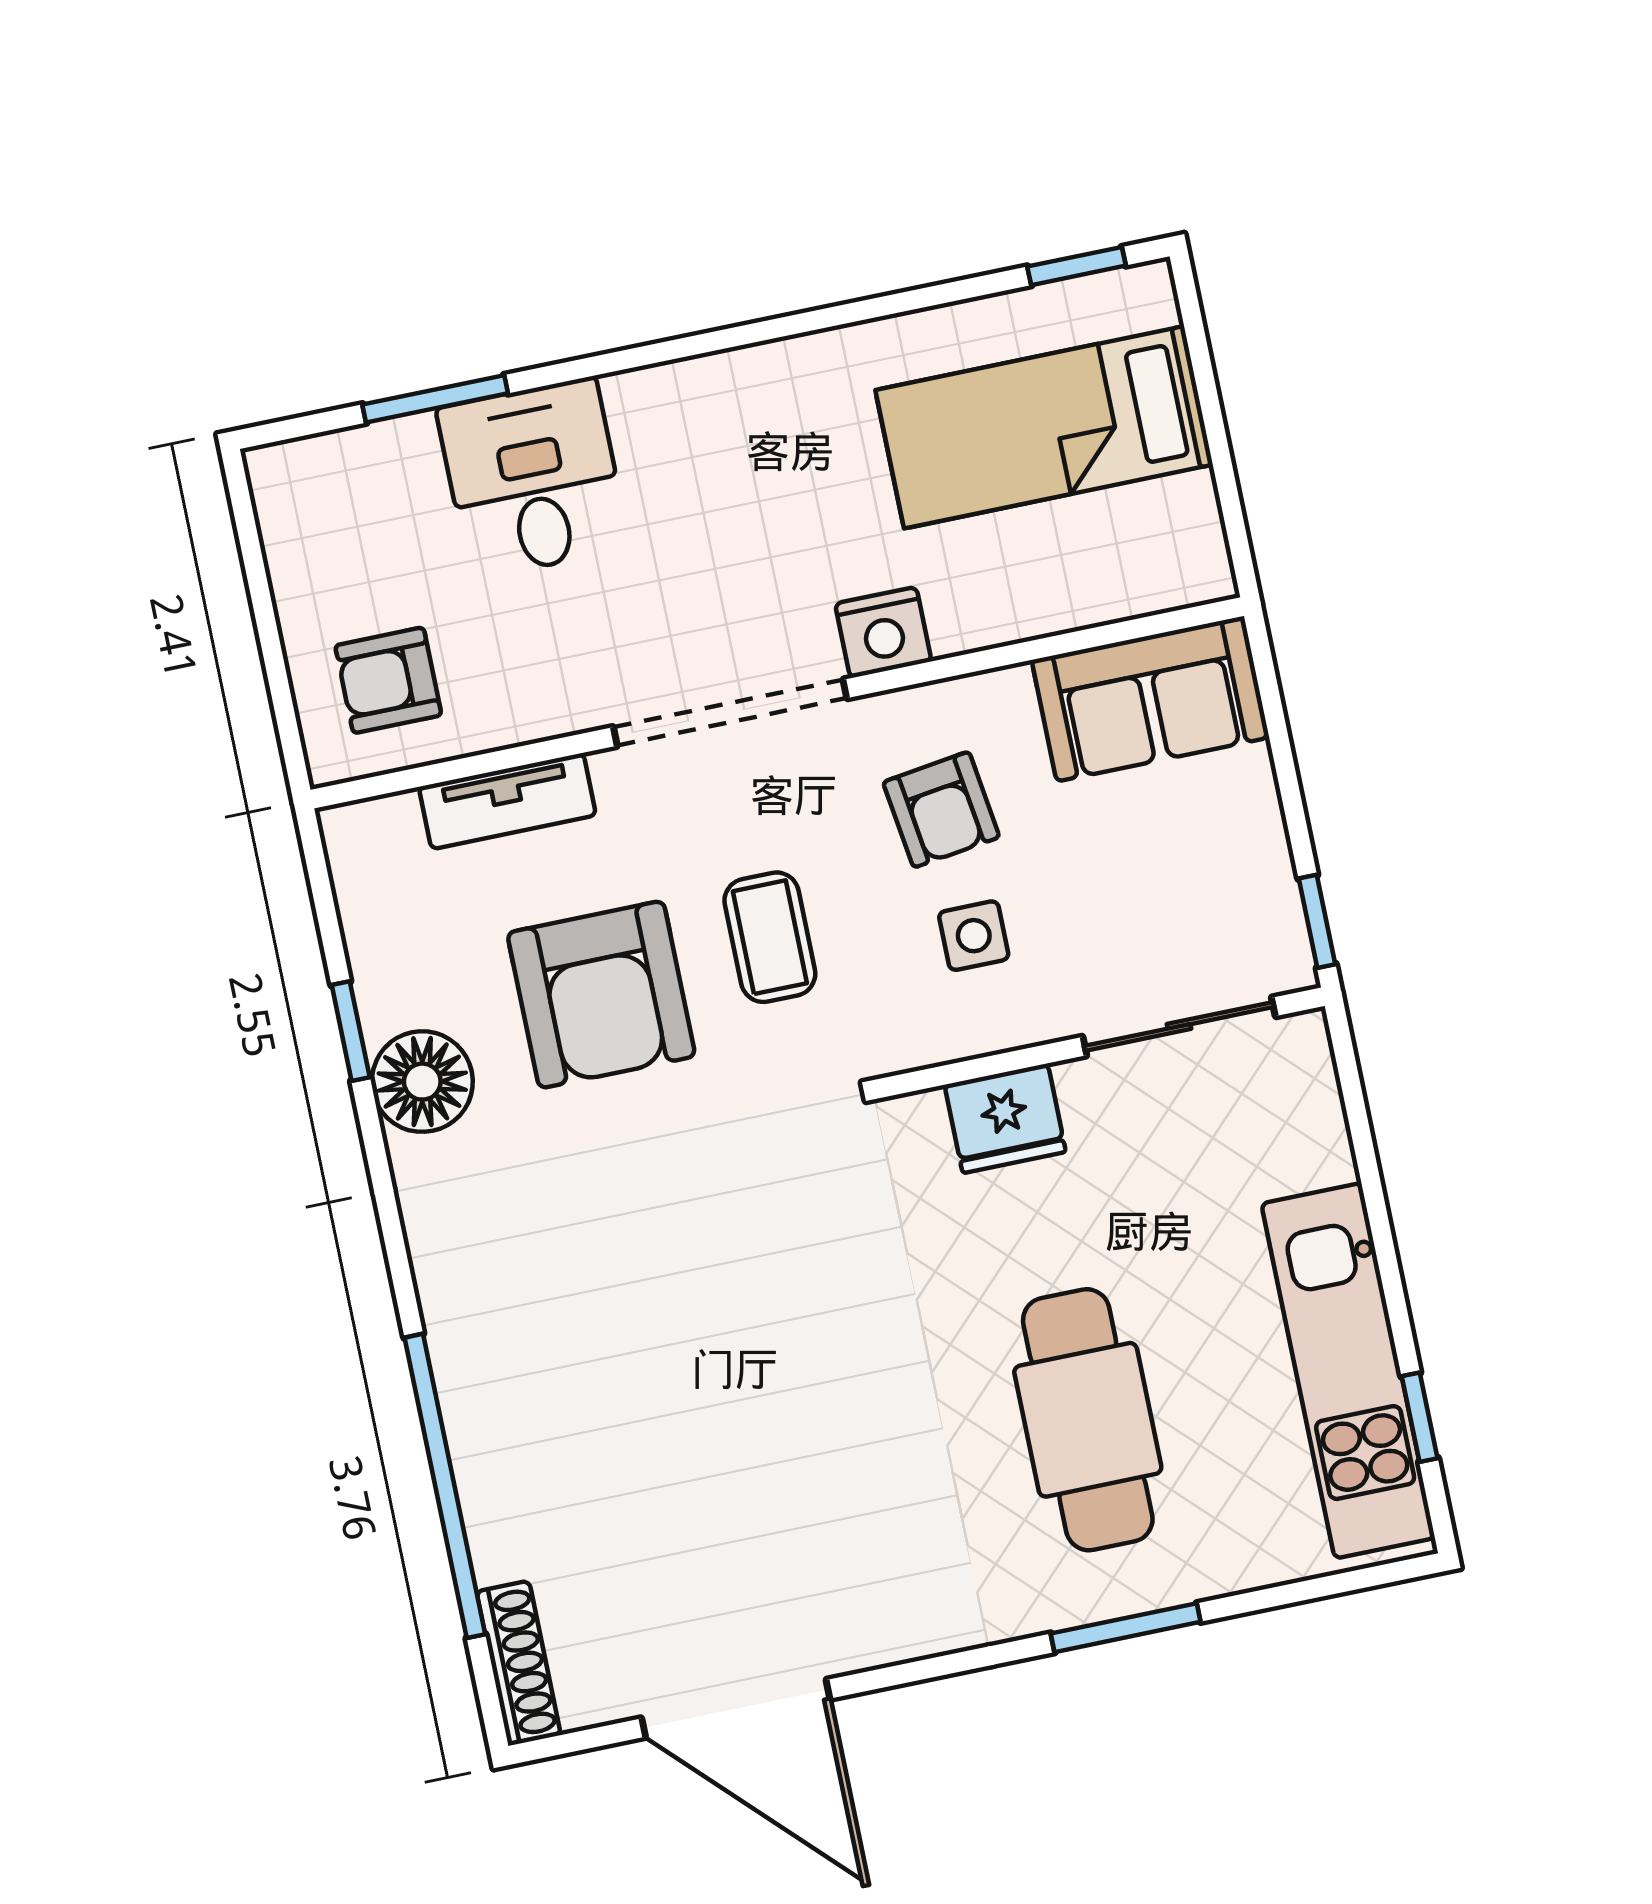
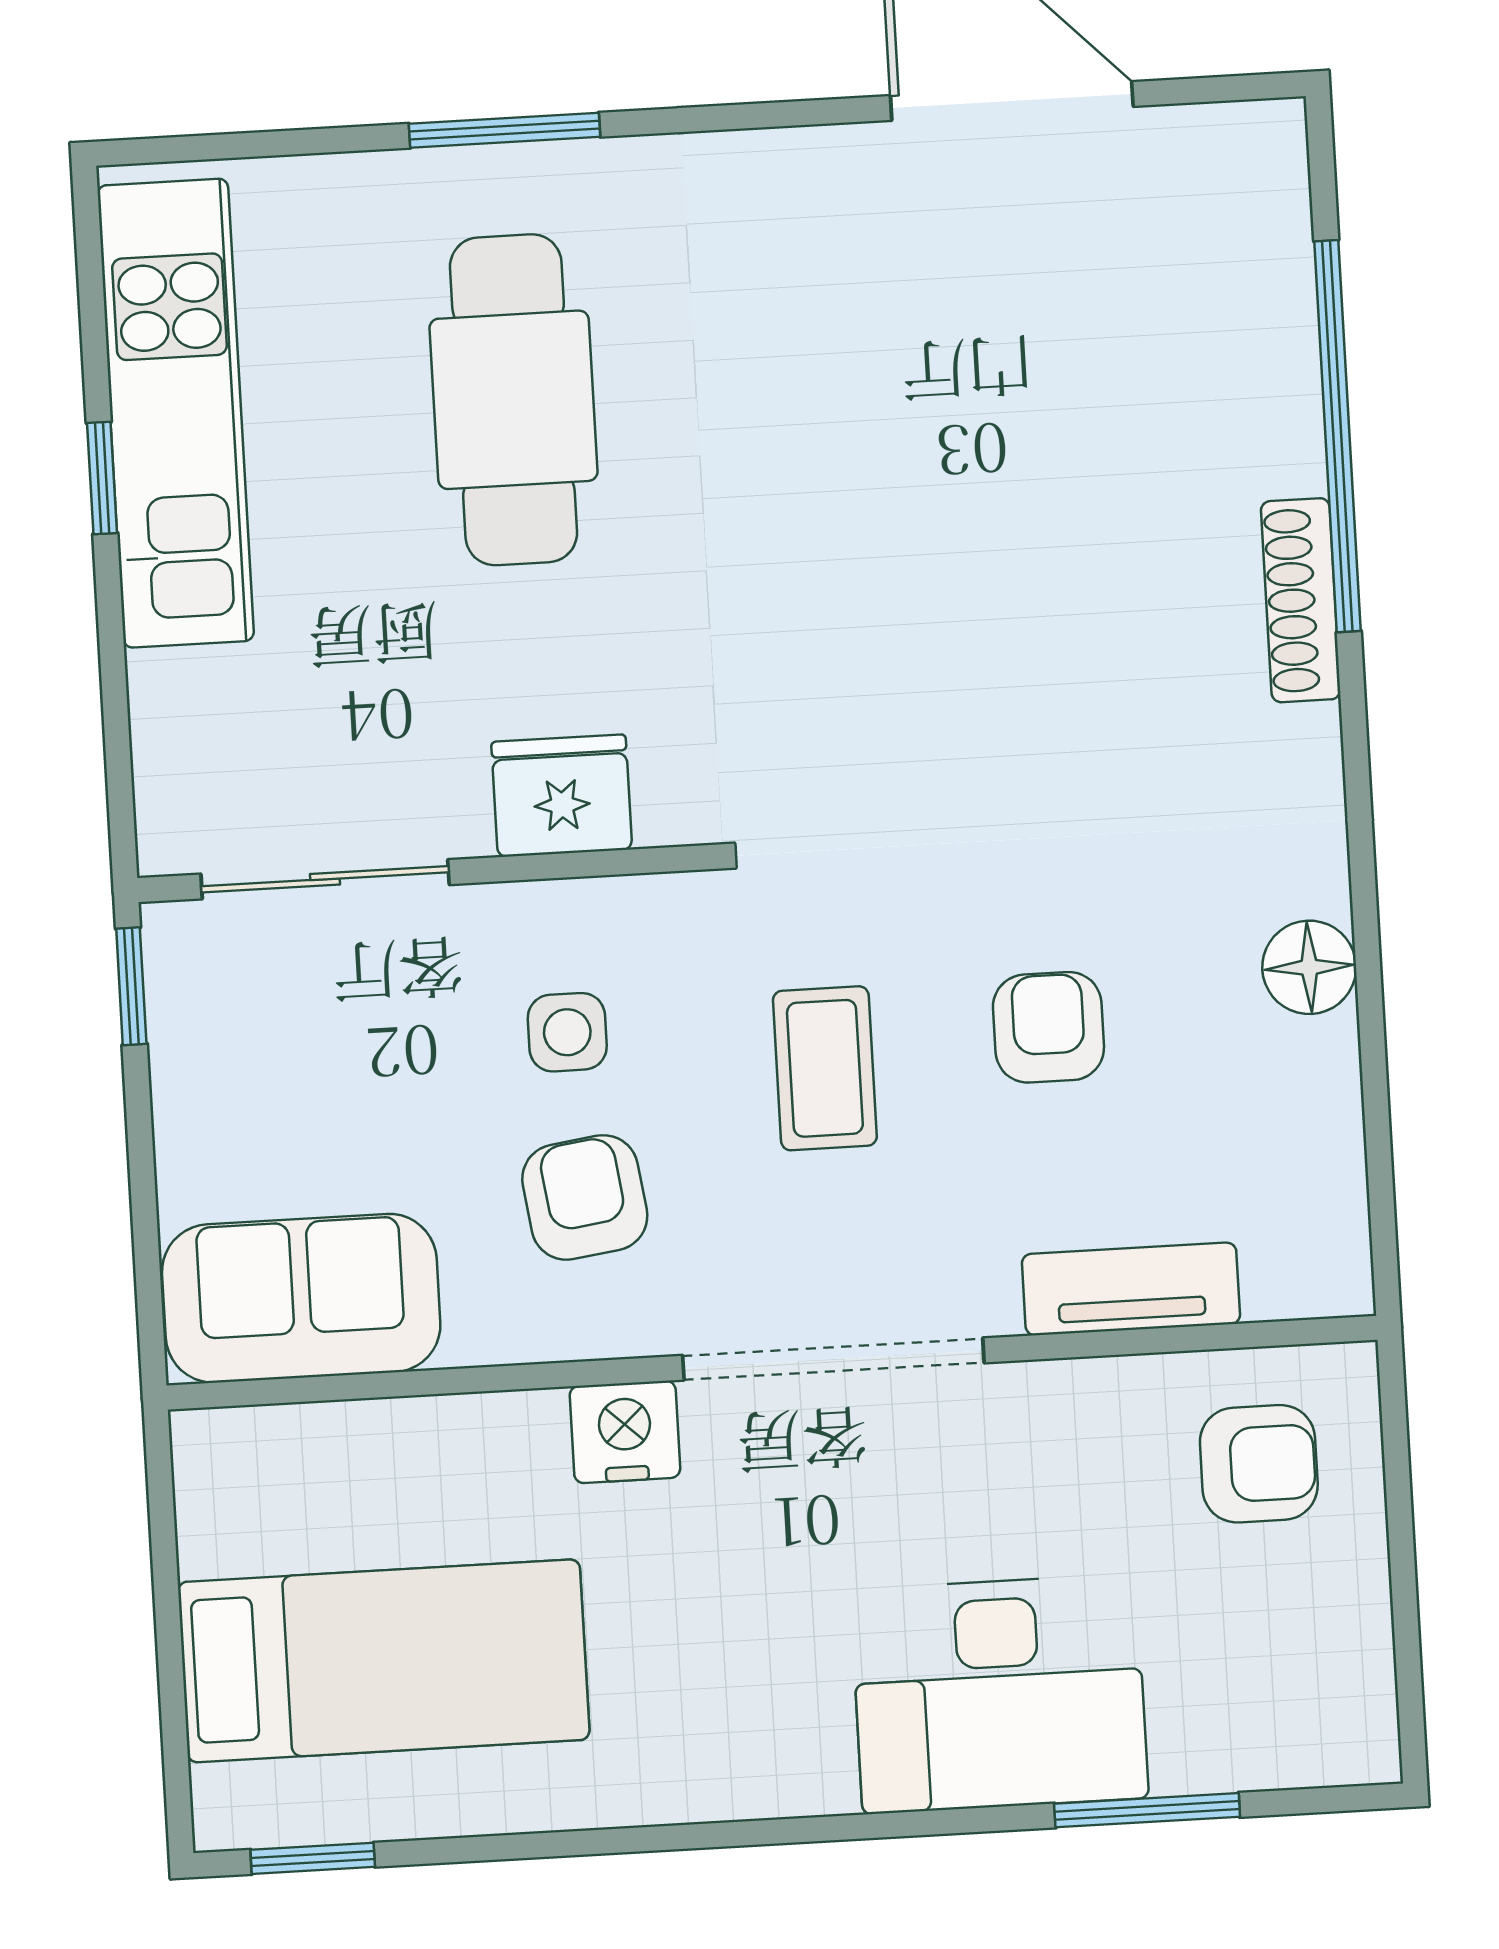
desk: (533, 478) -> (999, 1694), width x1.37
armchair: (601, 995) -> (1048, 1027), width x0.53, depth x0.53
window: (351, 1031) -> (1372, 1028), removed
floor lamp: (422, 1082) -> (1309, 967), width x0.73, depth x0.73
window: (1420, 1417) -> (102, 478), moved
shoe rack: (519, 1663) -> (1301, 600), moved

